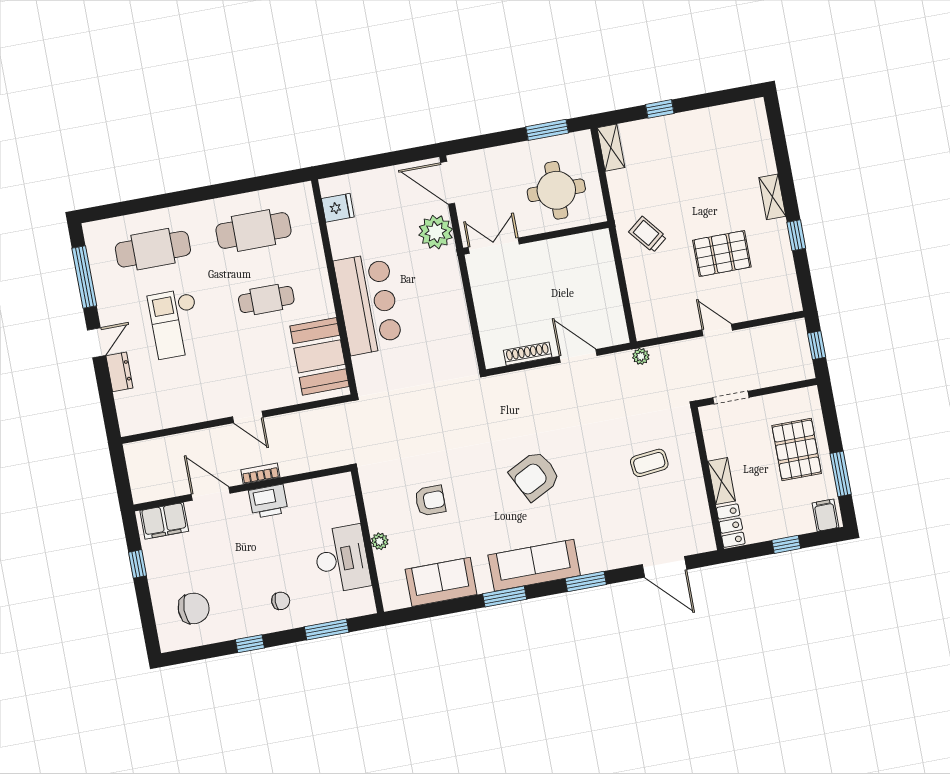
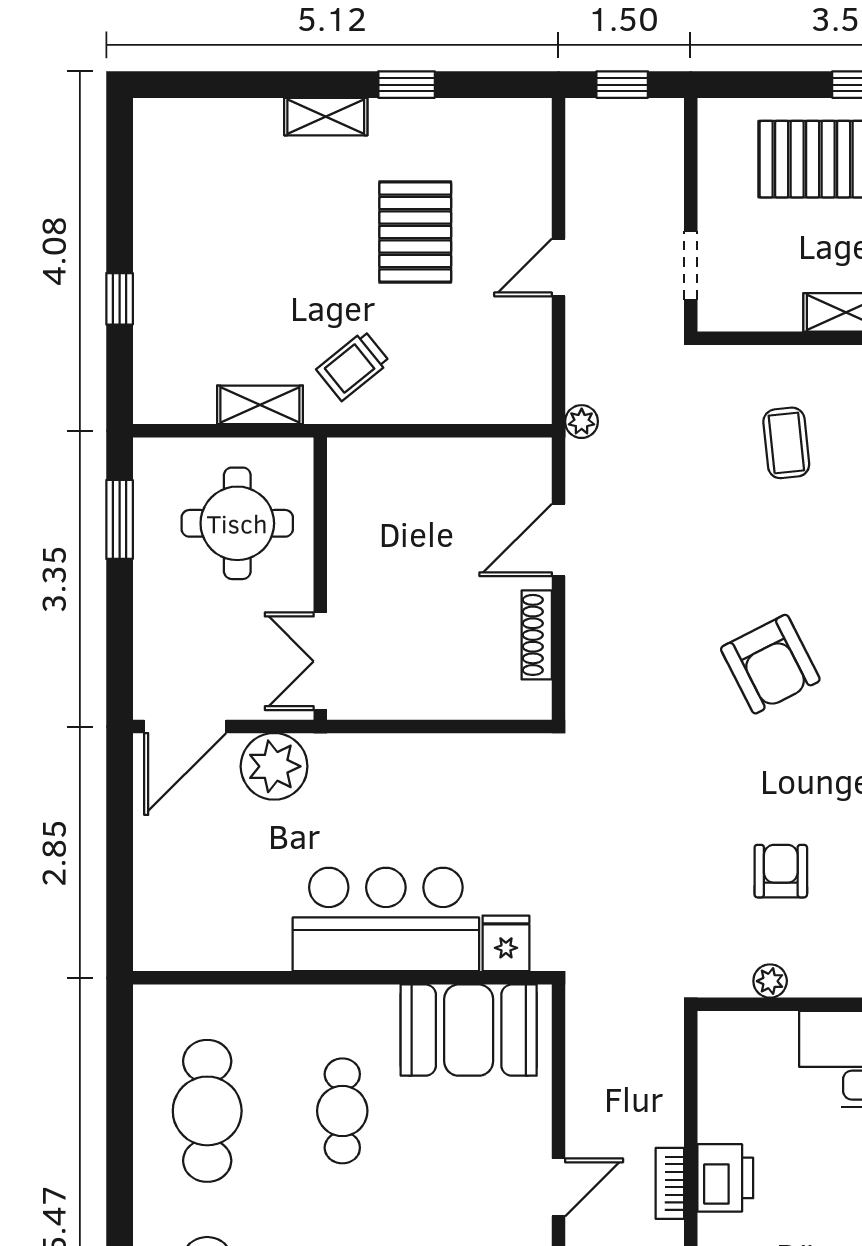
shelving: (611, 148) -> (260, 405), moved
fridge: (338, 208) -> (506, 943), moved
plant: (380, 541) -> (770, 981), moved

